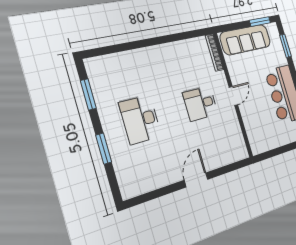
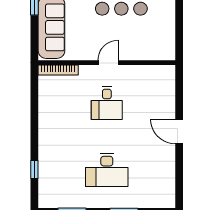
window: (120, 48) -> (34, 169), added
door: (233, 96) -> (108, 63), hinge flipped

